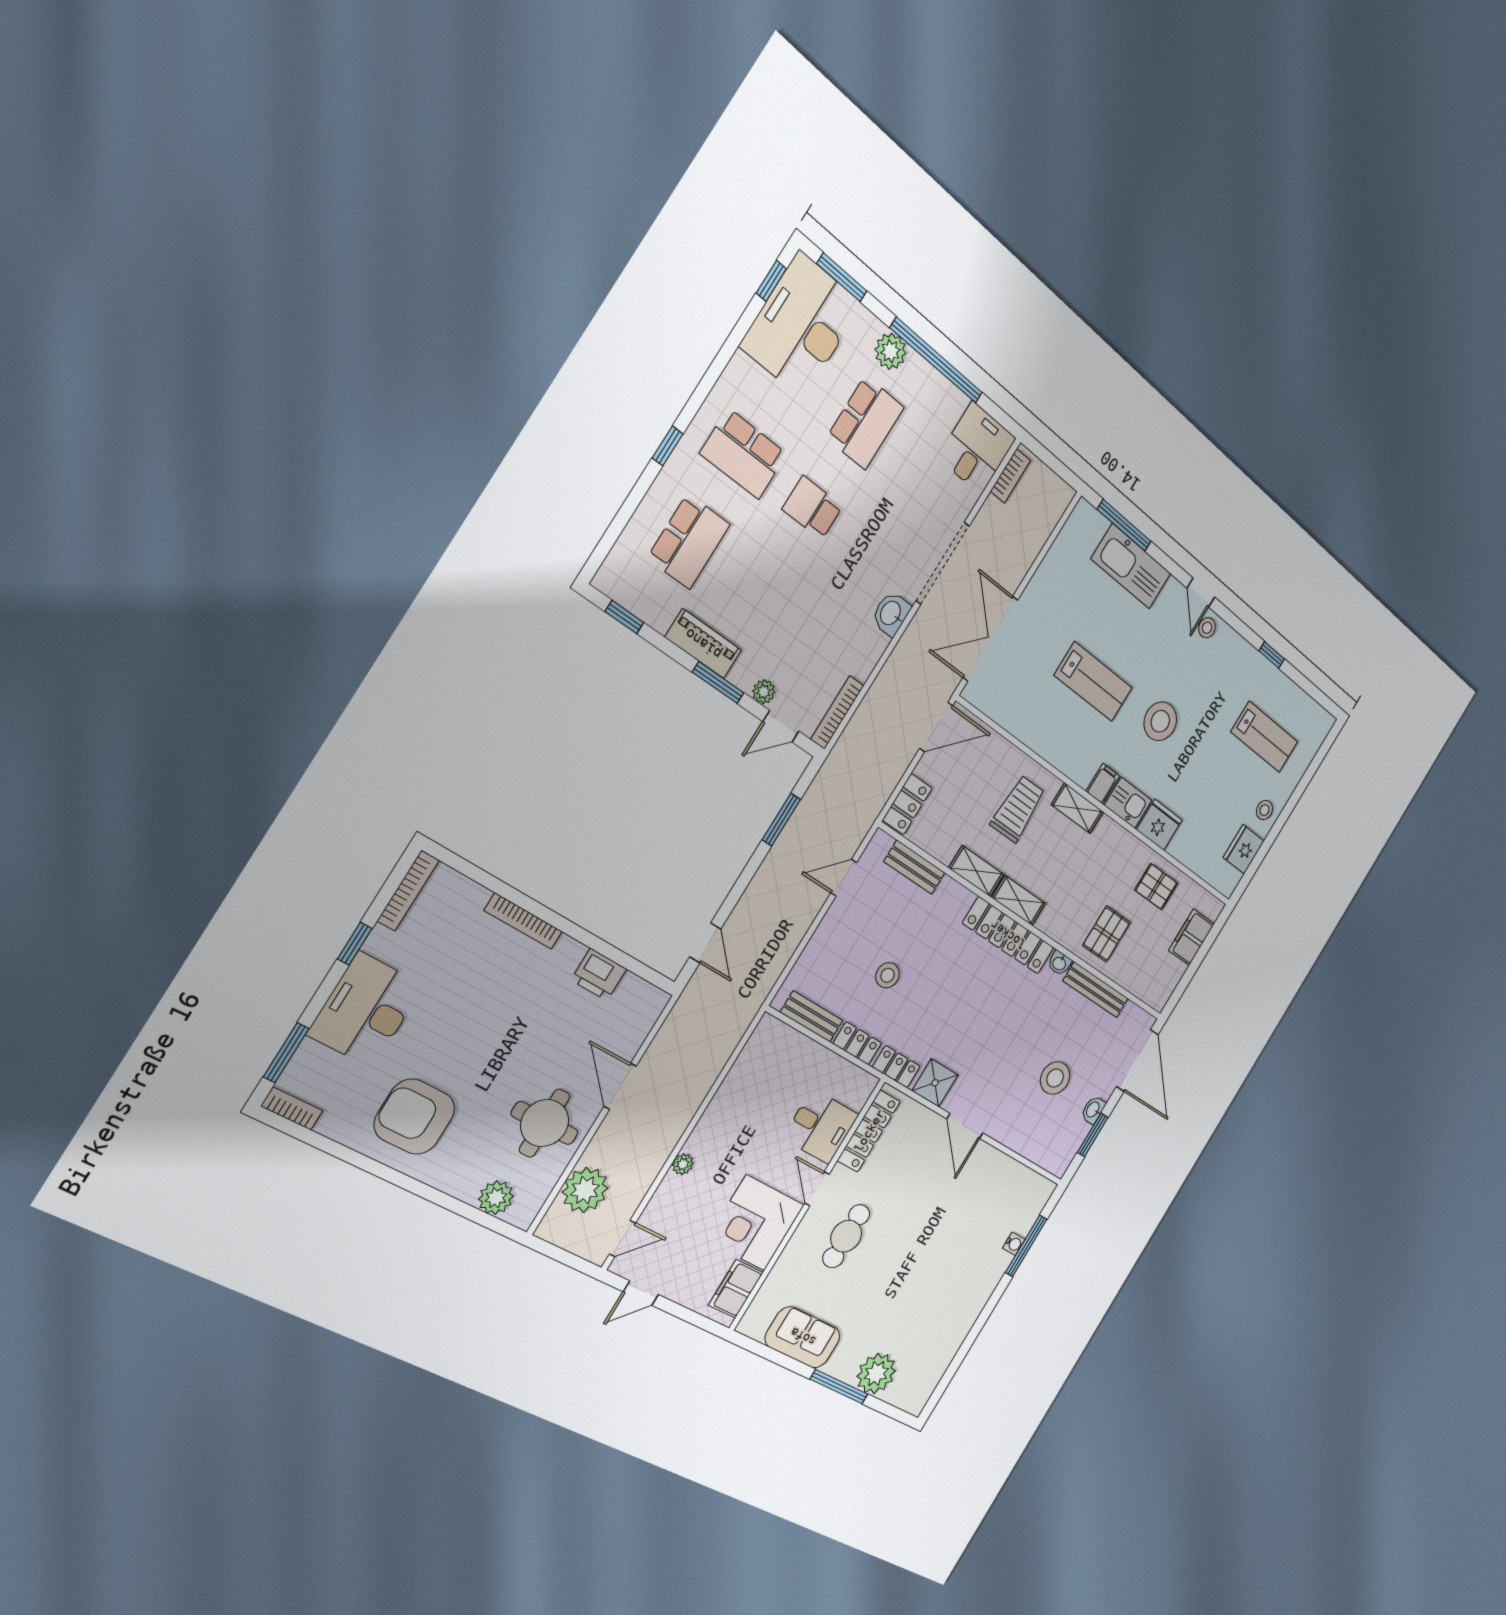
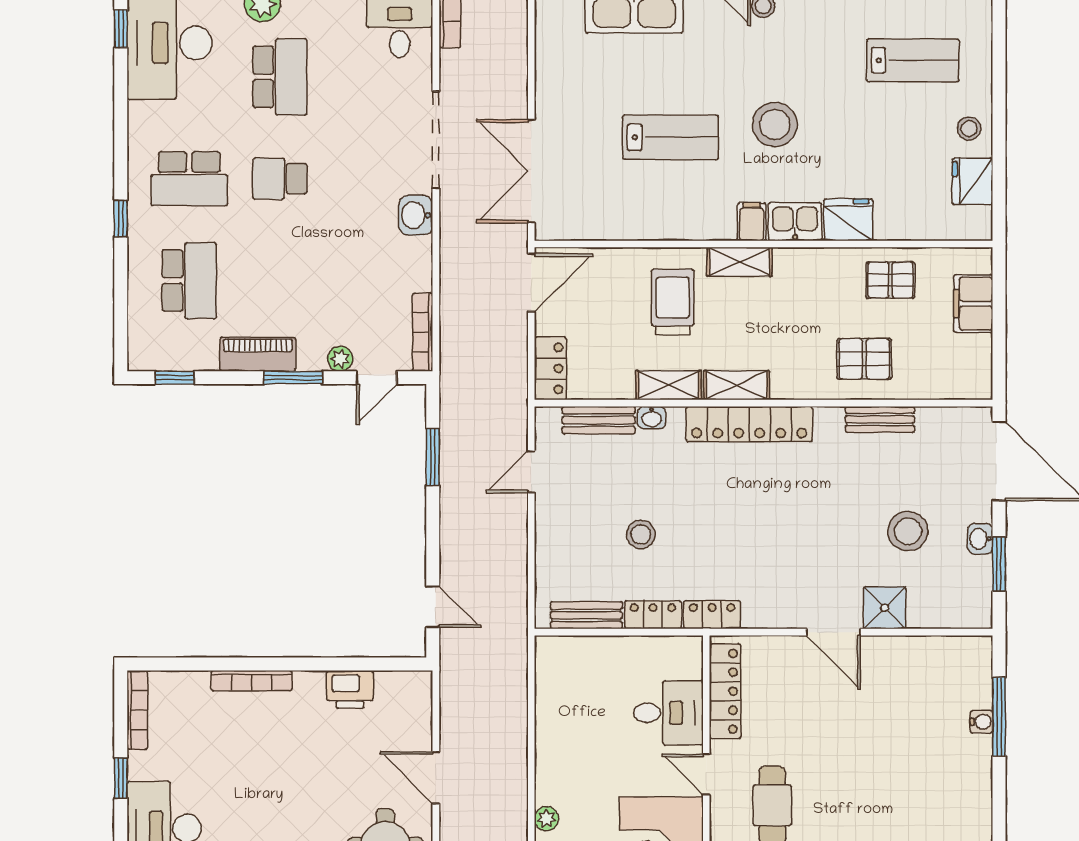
pallet: (1106, 934) -> (864, 359), turned 90
washbasin: (1059, 963) -> (652, 418), moved
bench: (1096, 990) -> (880, 419), width x0.73
shower: (935, 1083) -> (885, 608), moved

